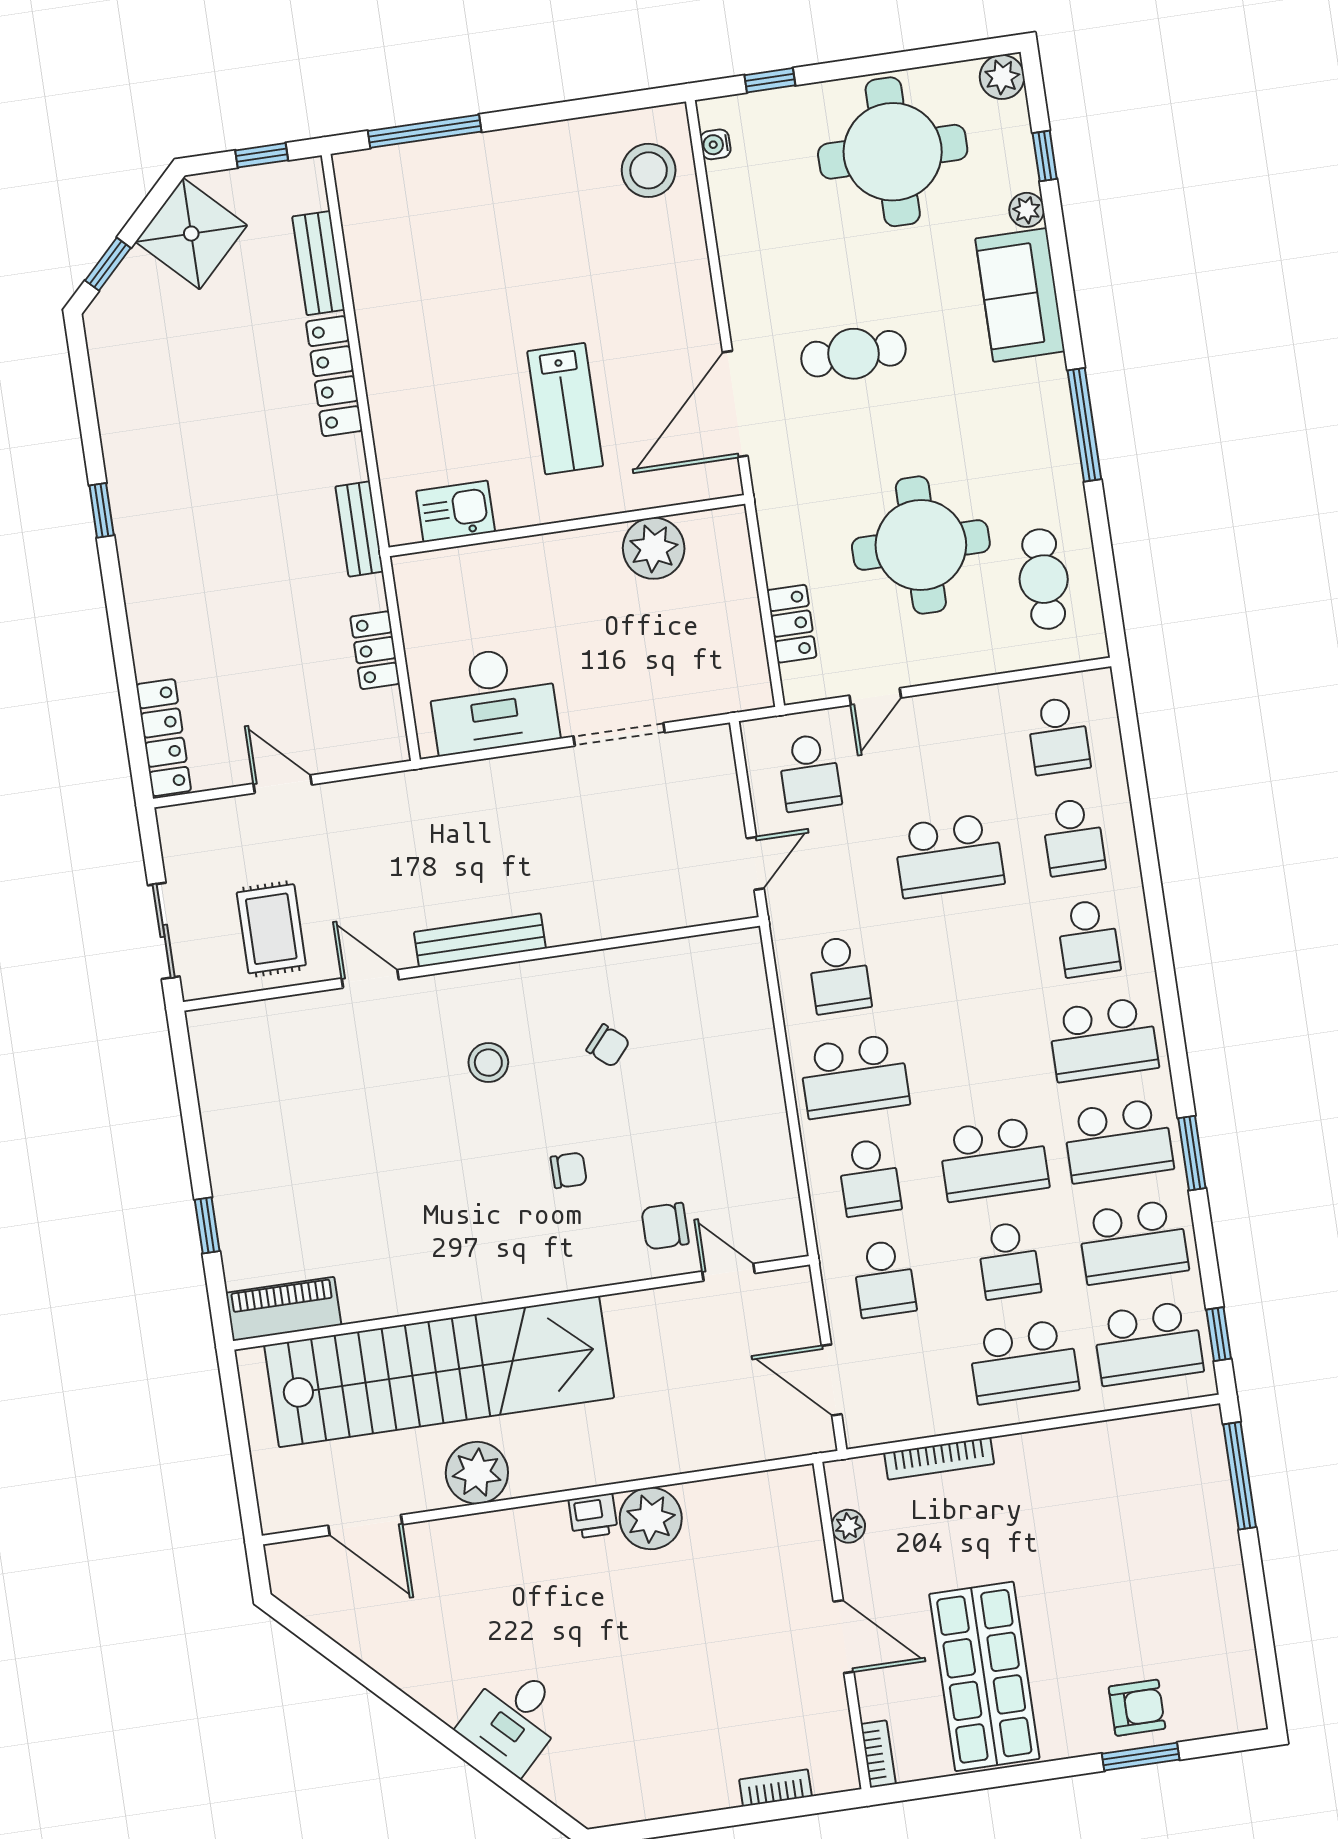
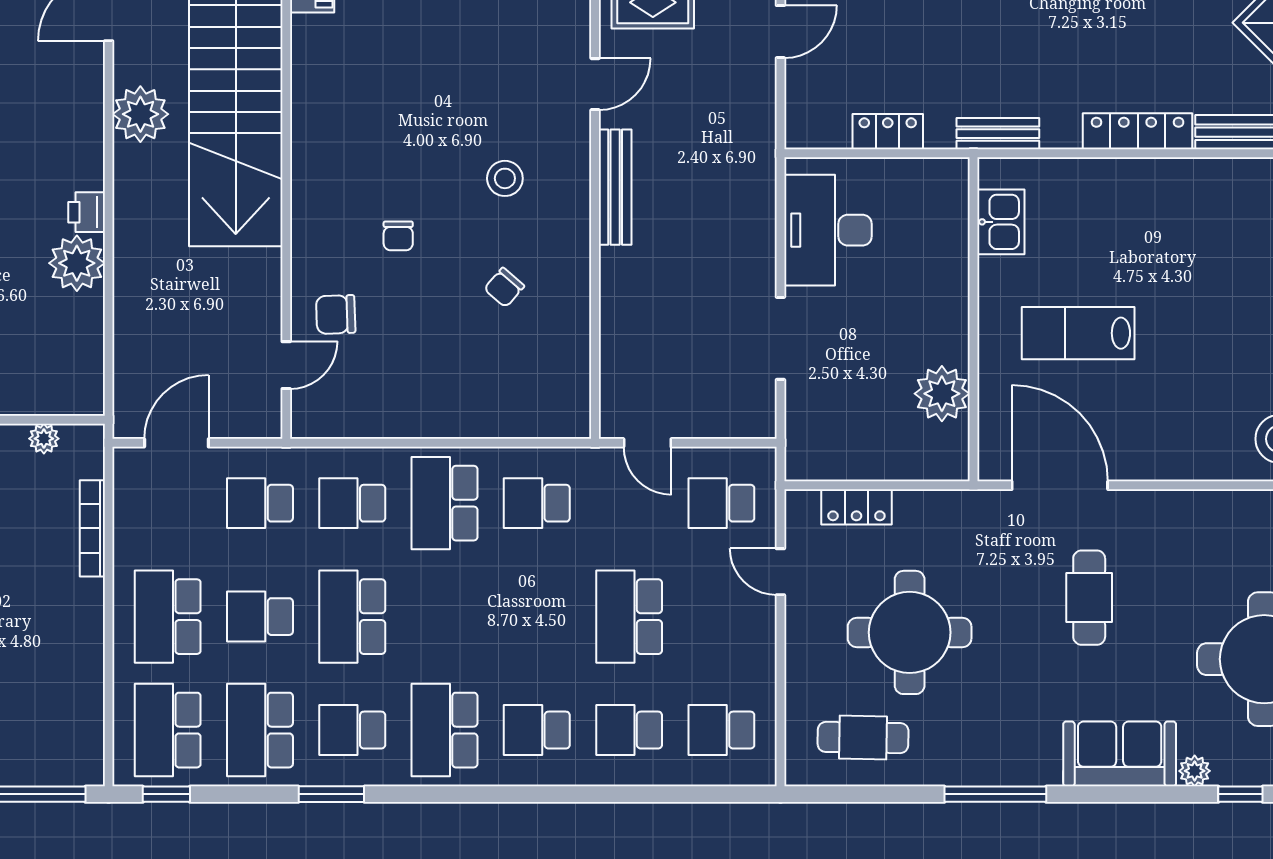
school desk: (1118, 1141) -> (352, 730), width x0.54
chair: (665, 1226) -> (336, 314), turned -92

